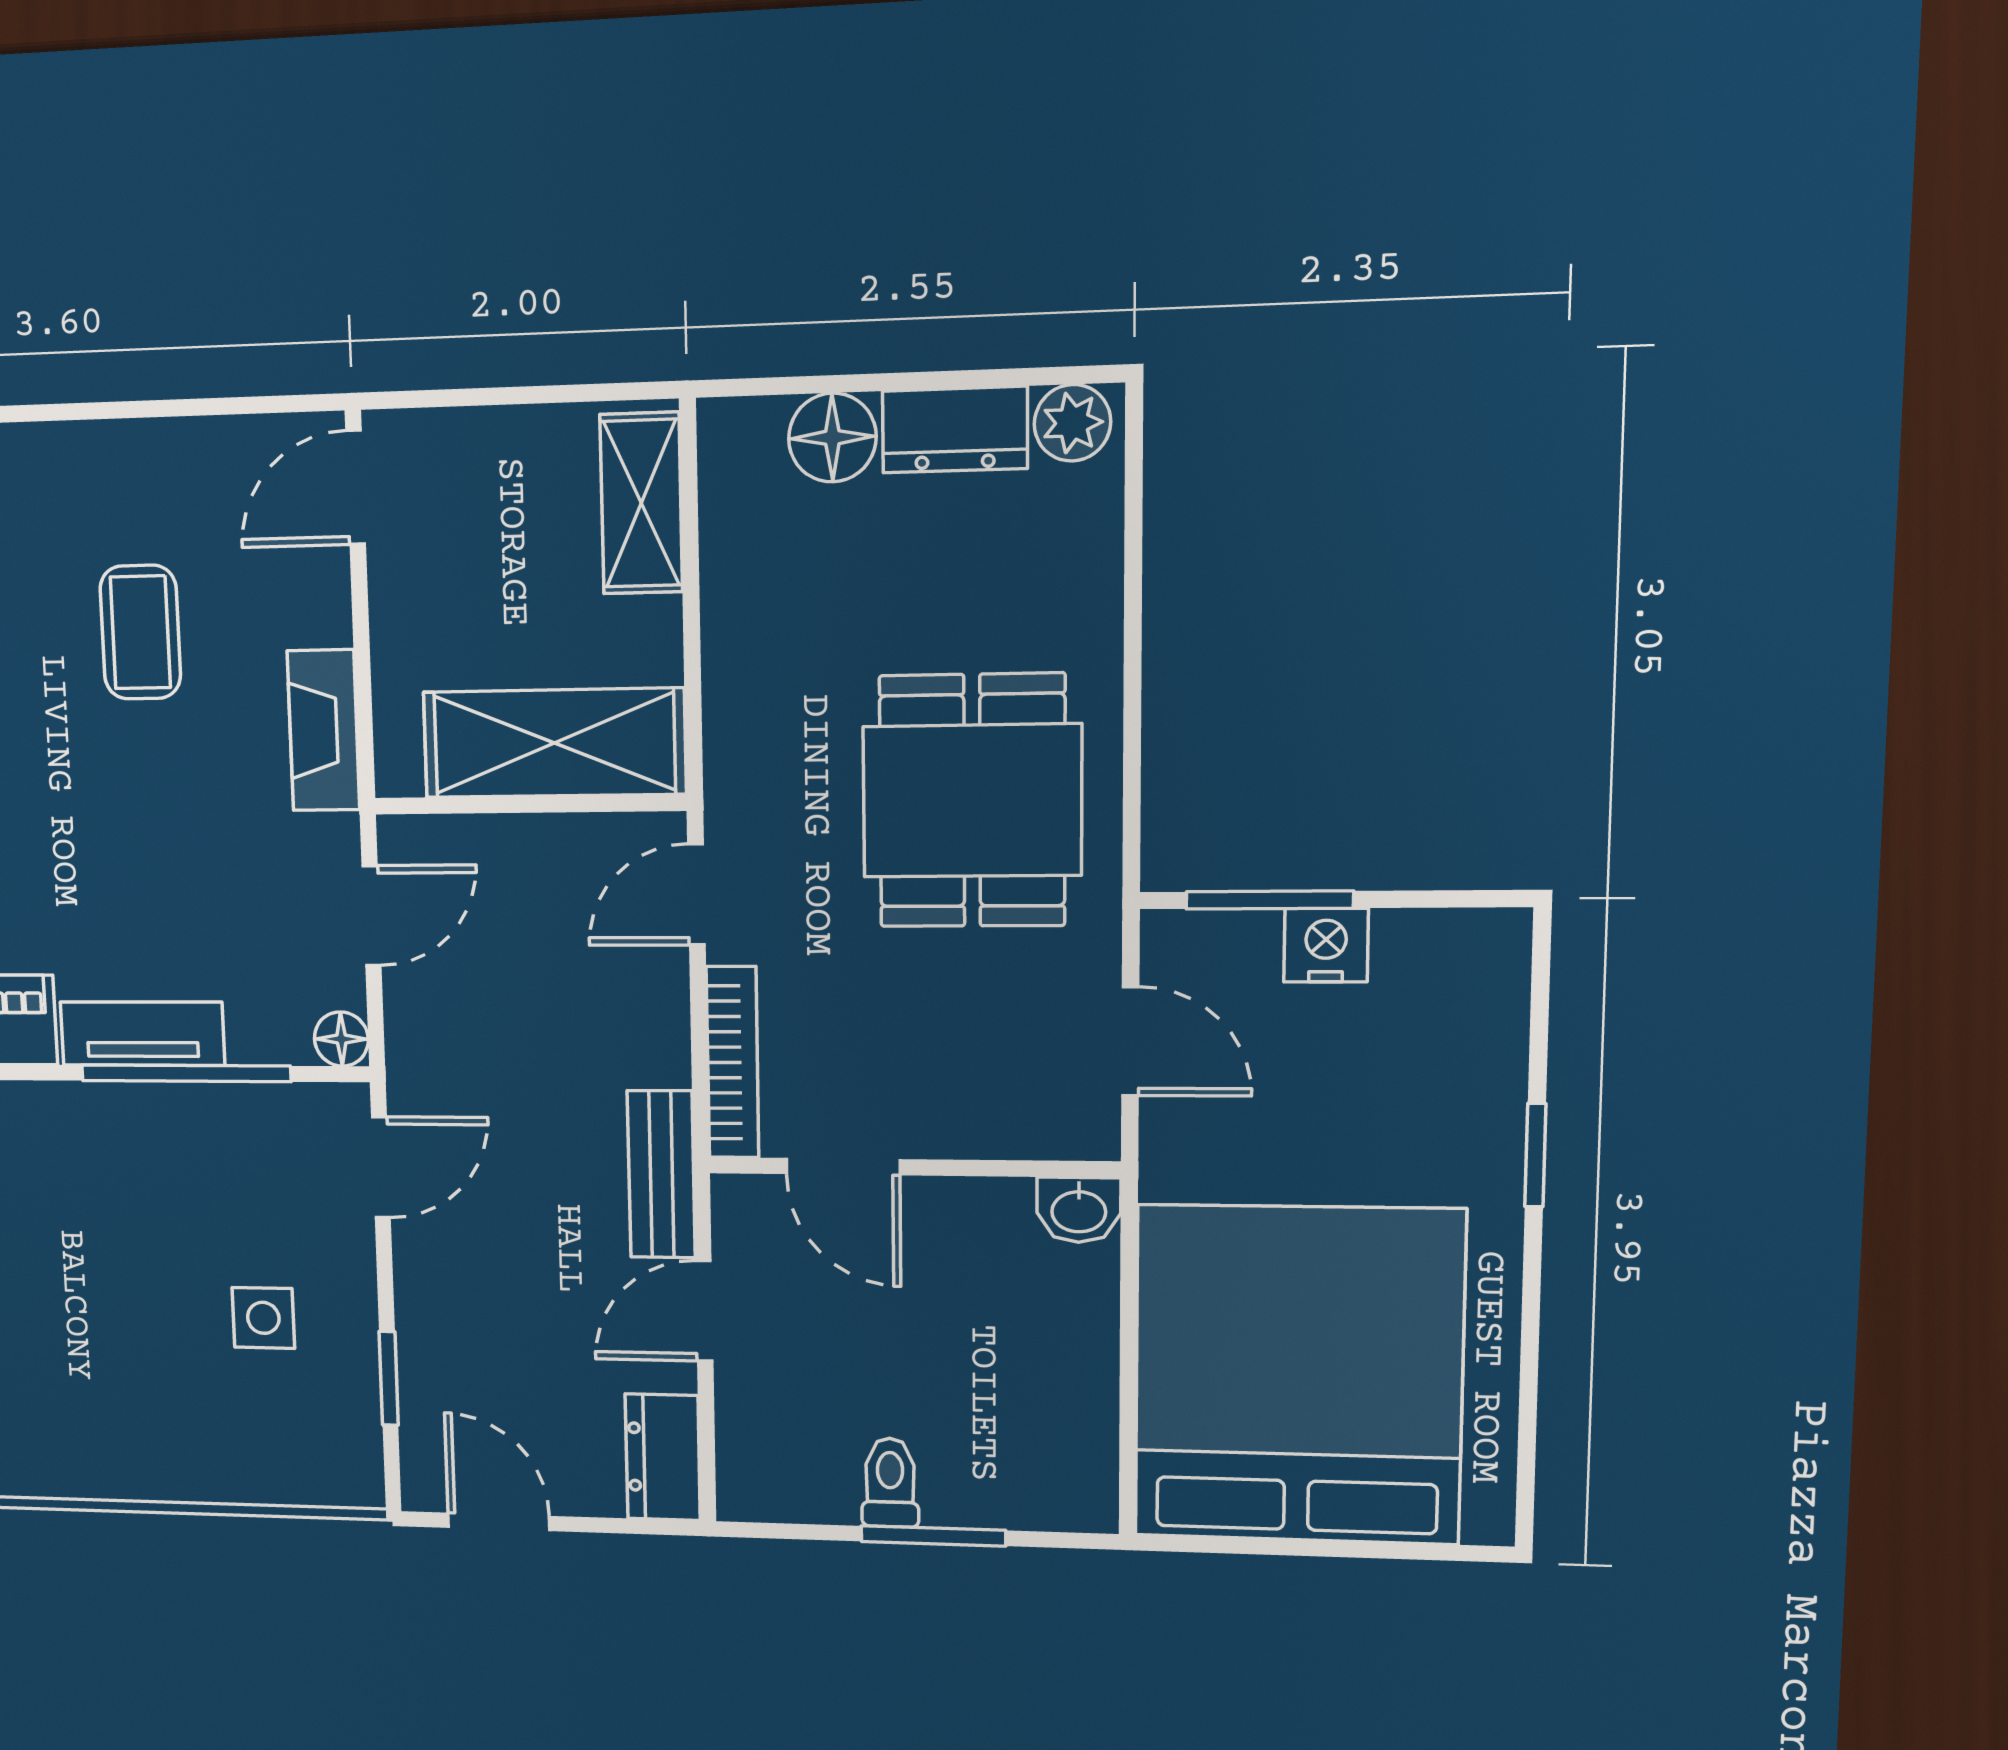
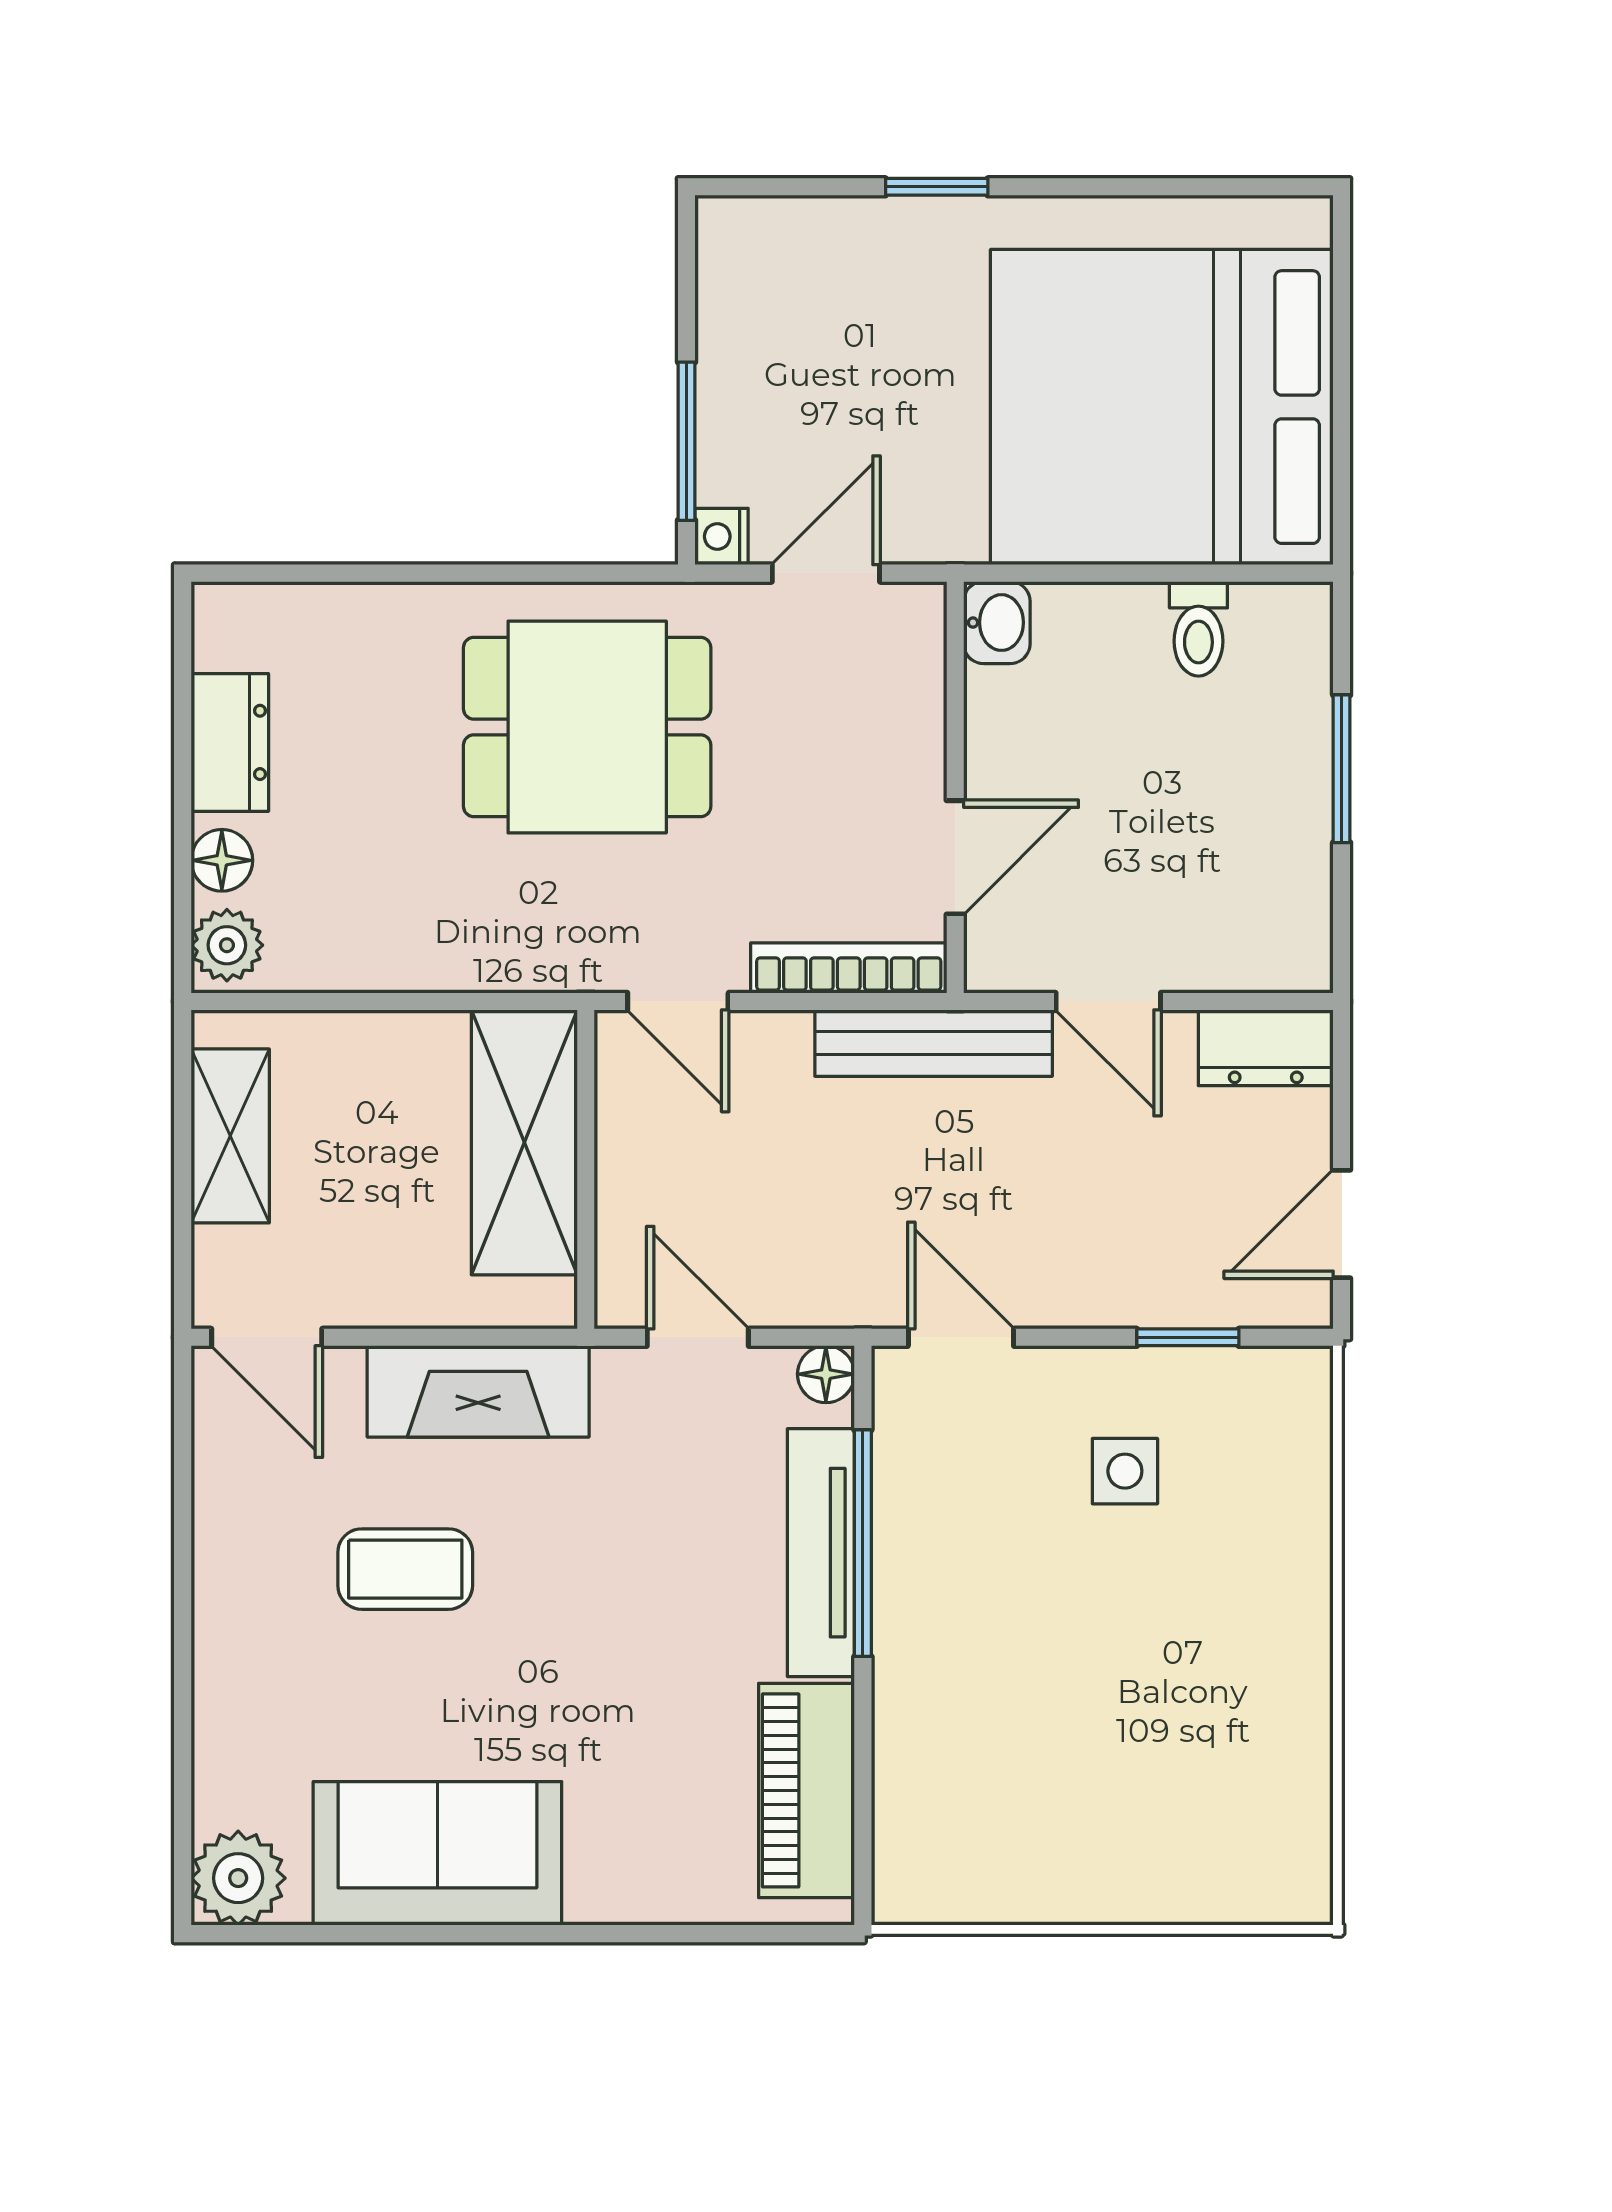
plant: (1072, 423) -> (227, 945), moved
floor lamp: (832, 438) -> (222, 860), width x0.73, depth x0.73
shelving: (641, 503) -> (230, 1136), moved, turned 90
fireplace: (323, 730) -> (478, 1391), width x1.37, depth x1.32
nightstand: (1326, 945) -> (722, 536), moved, width x0.72, depth x0.74
tv unit: (142, 1034) -> (821, 1553), width x1.41
bench: (661, 1174) -> (934, 1043), width x1.36
toilet: (890, 1483) -> (1198, 629), moved, turned -90

